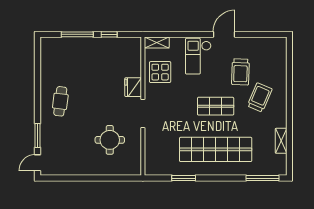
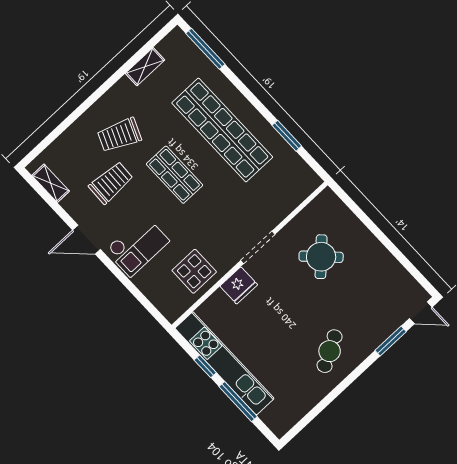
shelving: (157, 42) -> (51, 183), moved
kitchen unit: (102, 45) -> (225, 363), added
cafe table: (60, 101) -> (330, 351), turned -35
round table: (110, 140) -> (321, 257), turned 45

